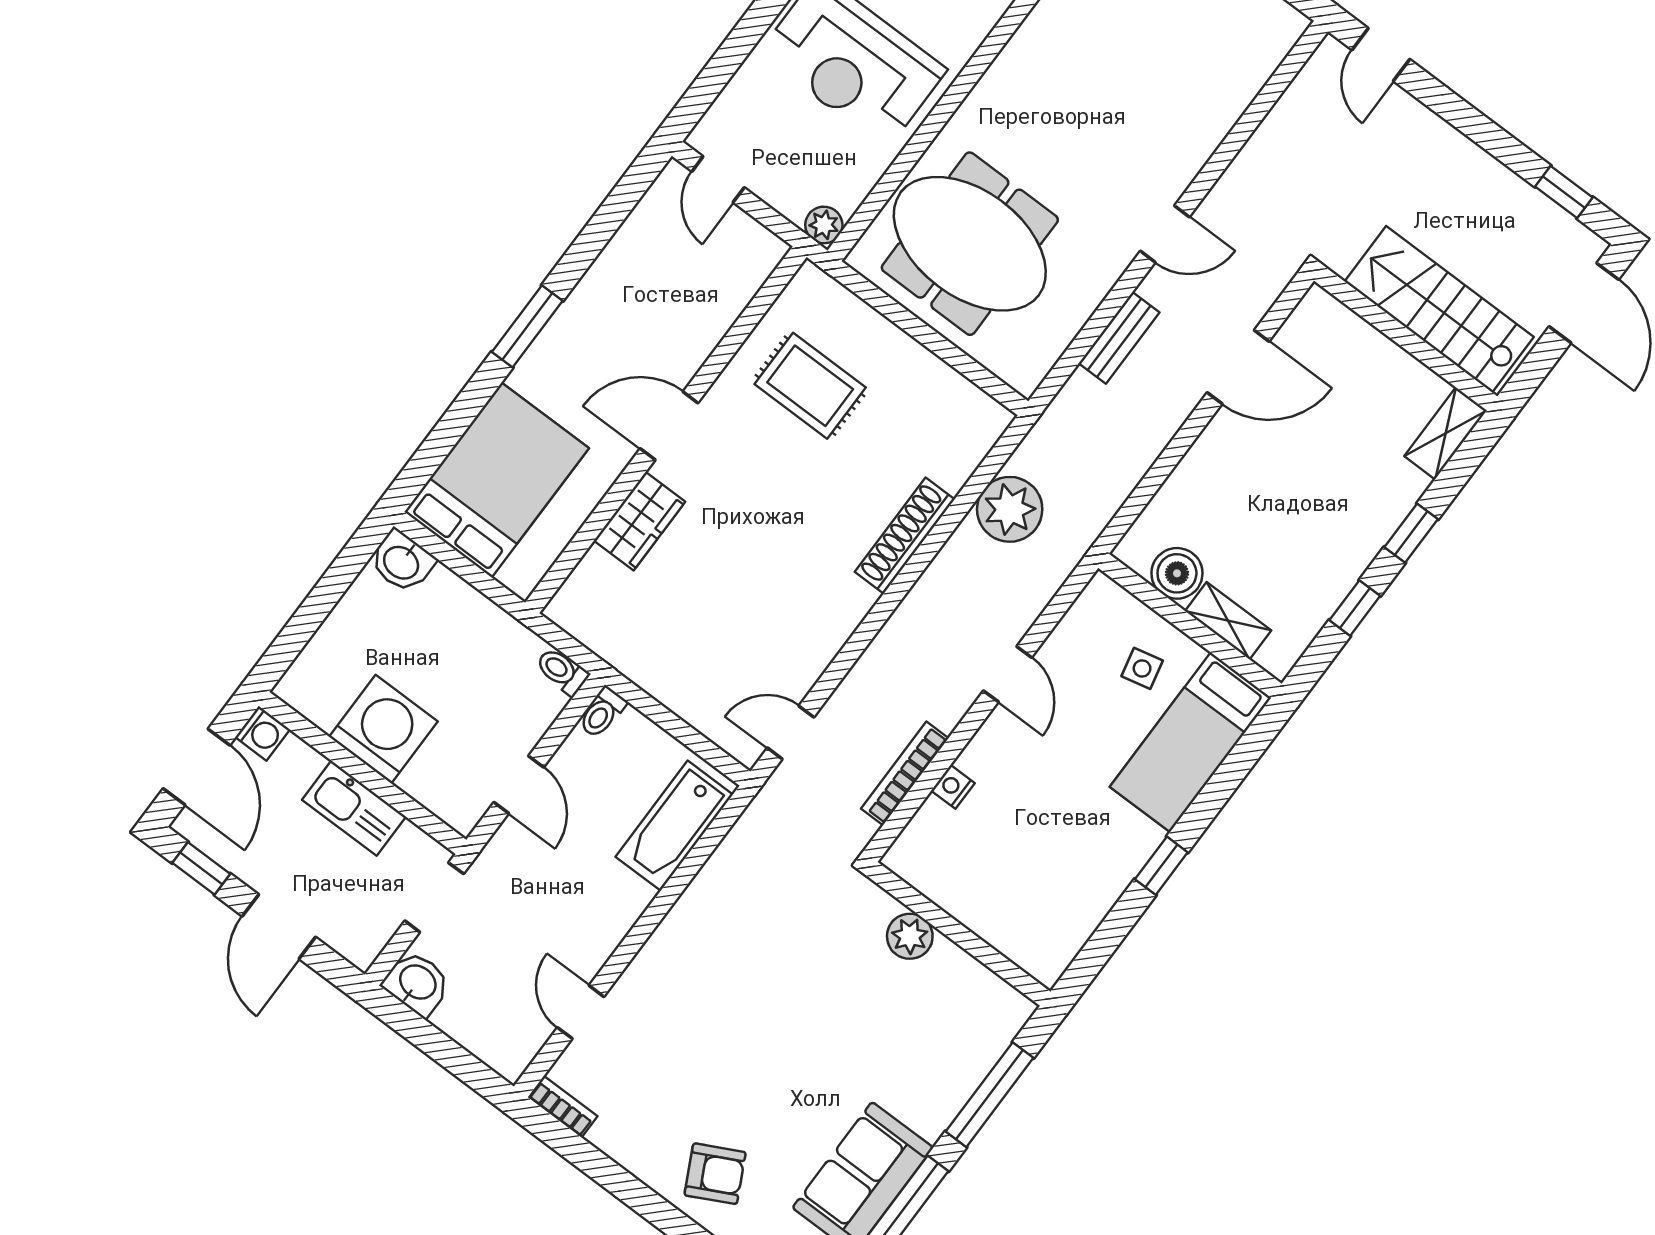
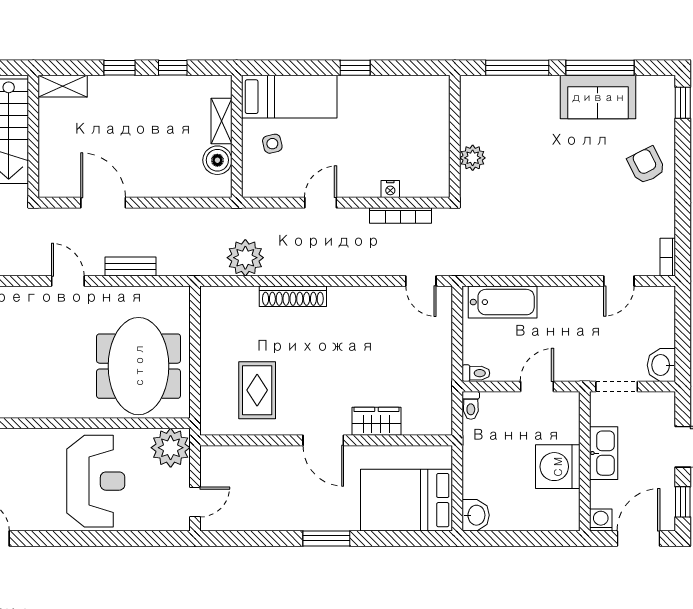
plant: (824, 225) -> (171, 448), width x1.88, depth x1.88

